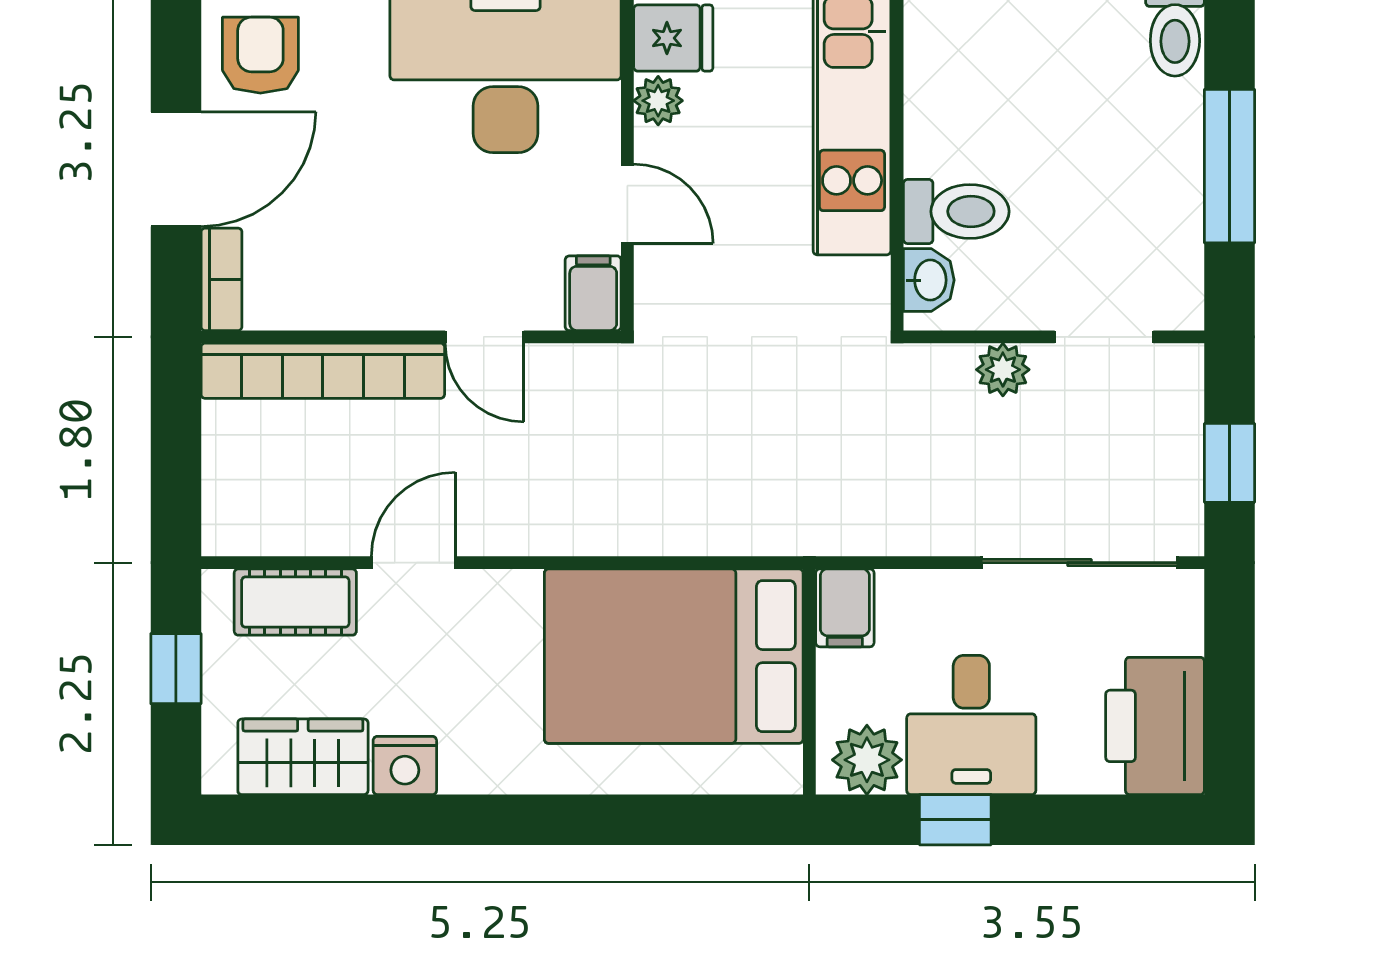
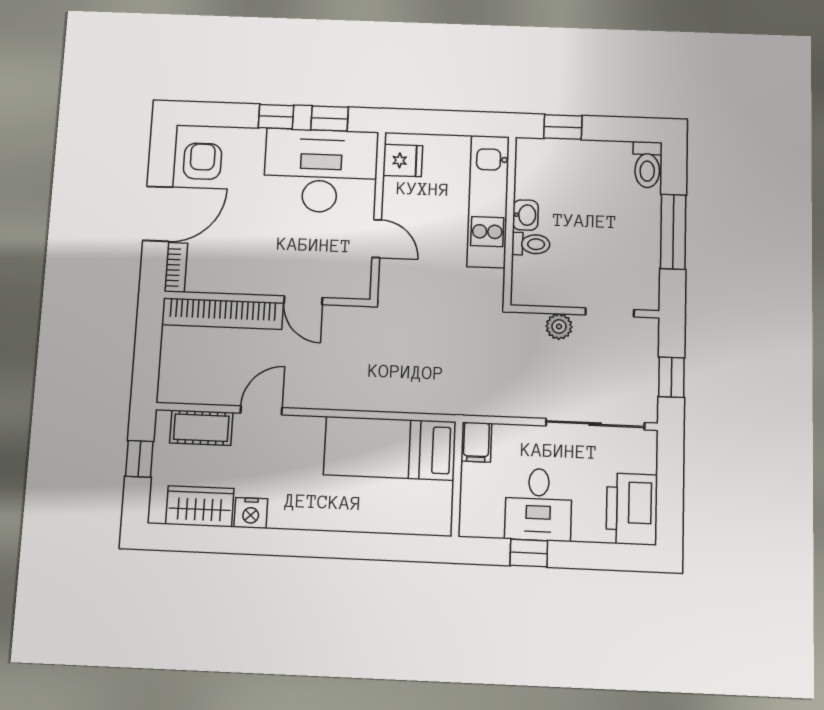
plant: (658, 101) -> (394, 190), removed
toilet: (956, 211) -> (531, 244), width x0.73, depth x0.72
washbasin: (929, 280) -> (525, 215), moved
filing cabinet: (593, 293) -> (358, 281), removed
bed: (674, 656) -> (390, 448), width x0.67
plant: (867, 760) -> (485, 520), removed

